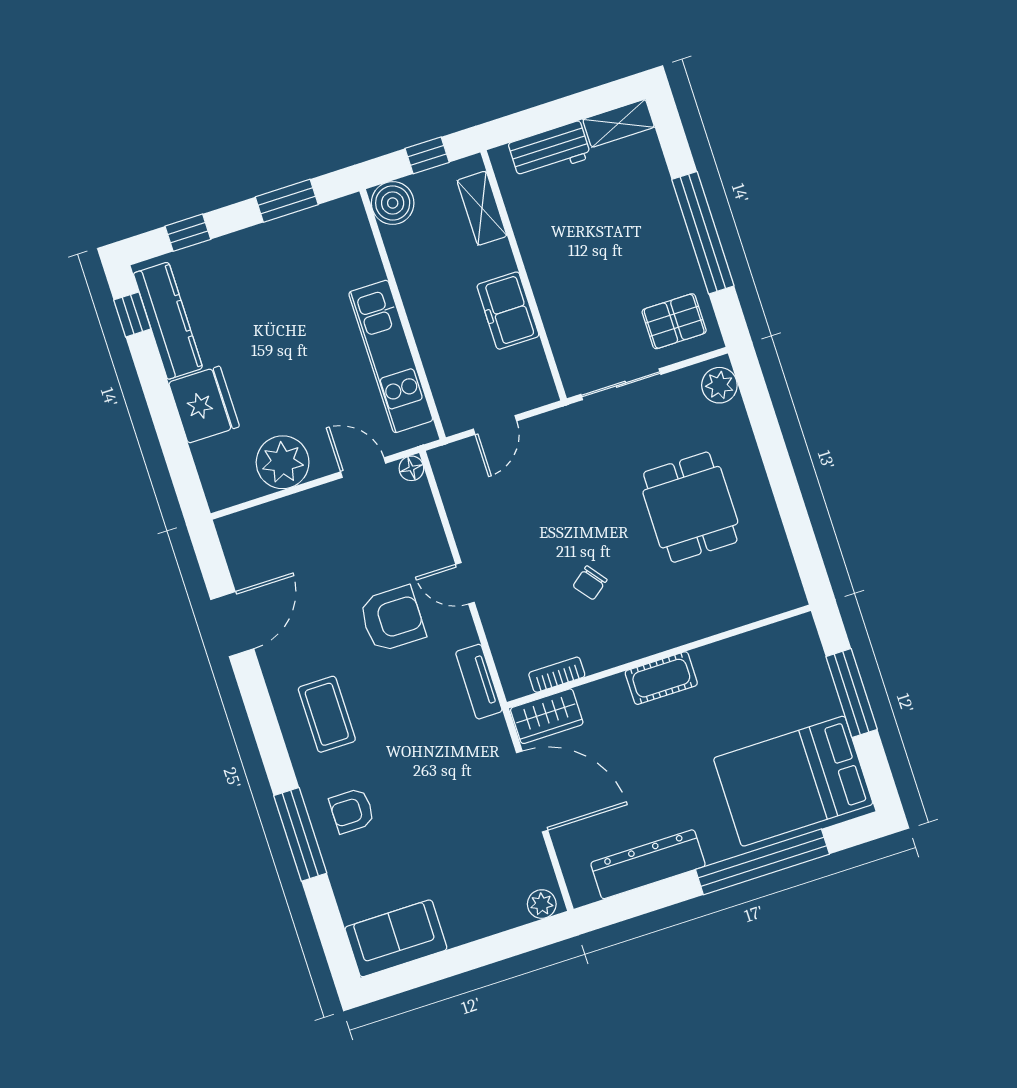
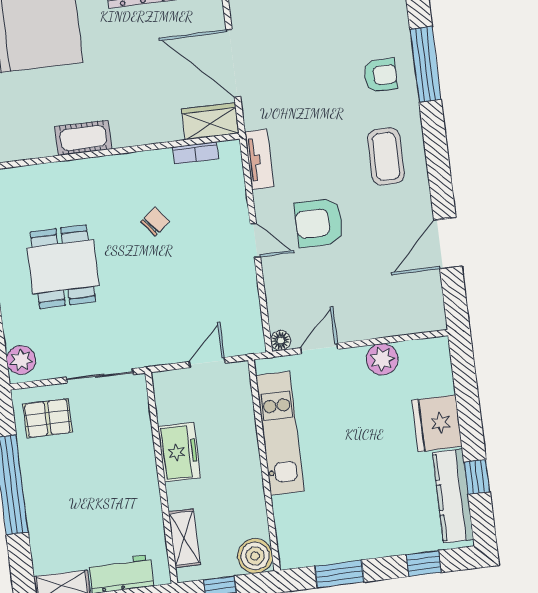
window: (132, 314) -> (477, 477), moved
plant: (283, 462) -> (382, 359), width x0.73, depth x0.73
door: (363, 468) -> (319, 349), swing flipped
cot: (661, 678) -> (83, 138), moved

